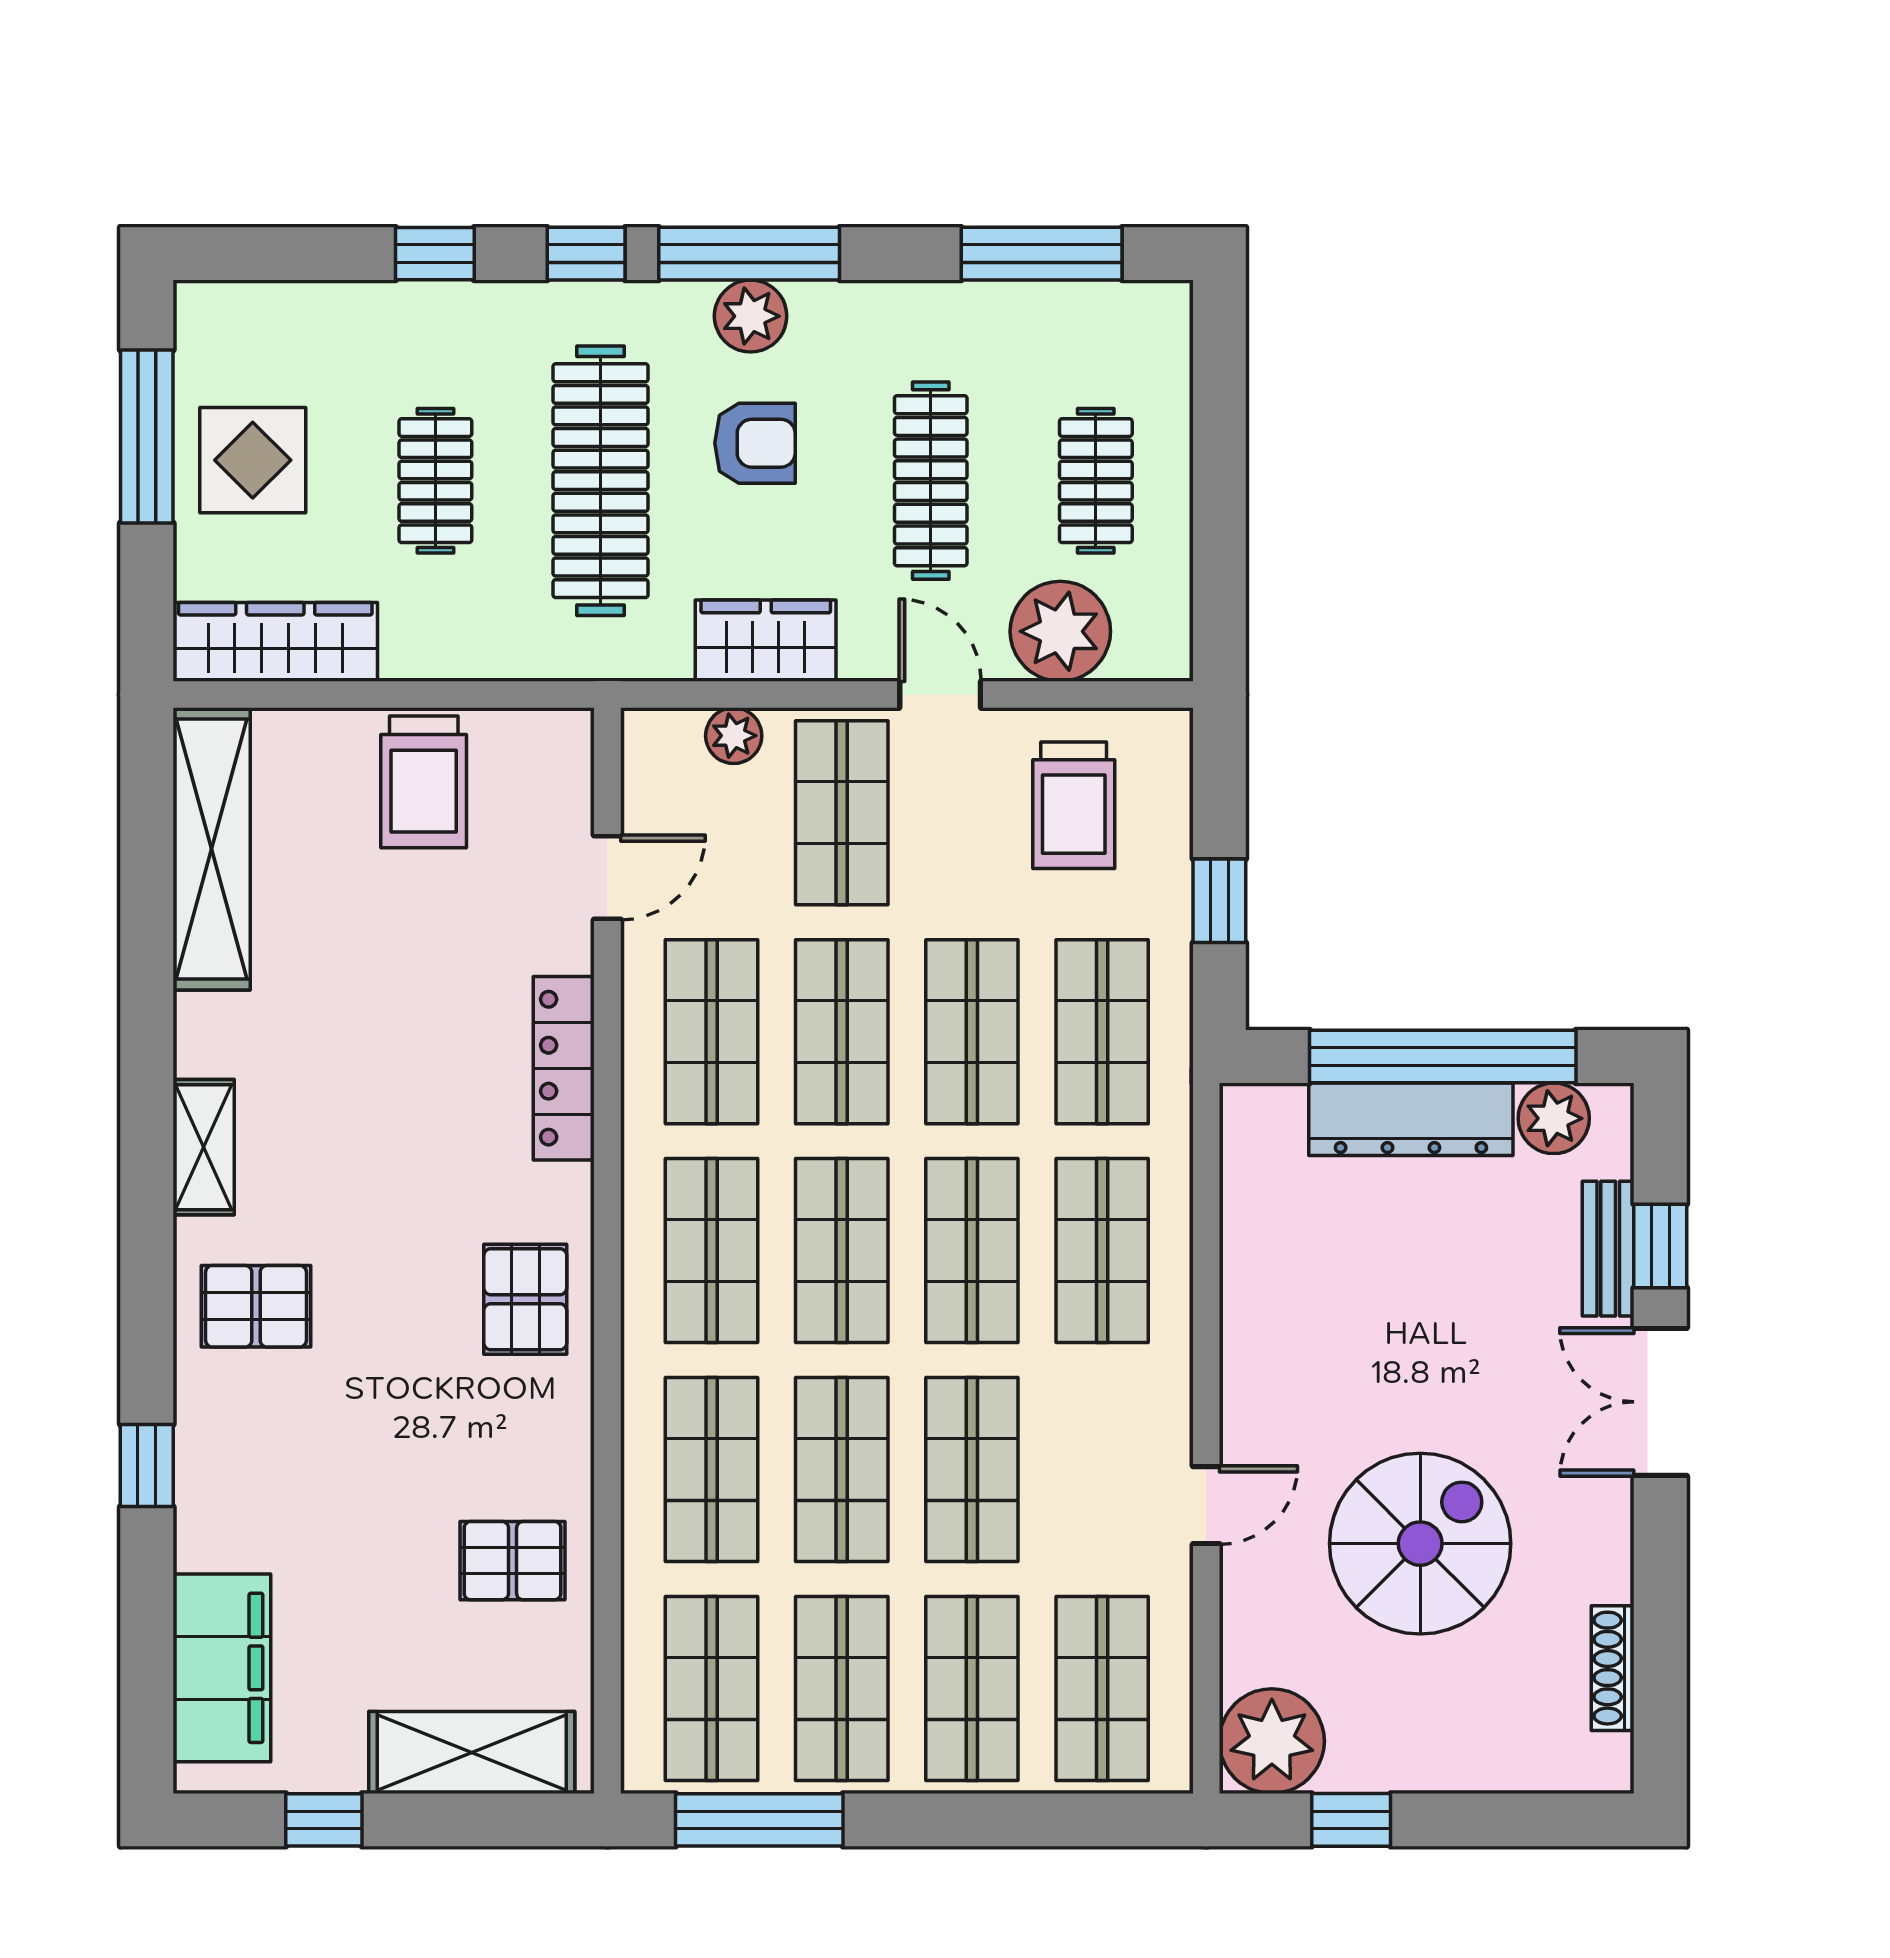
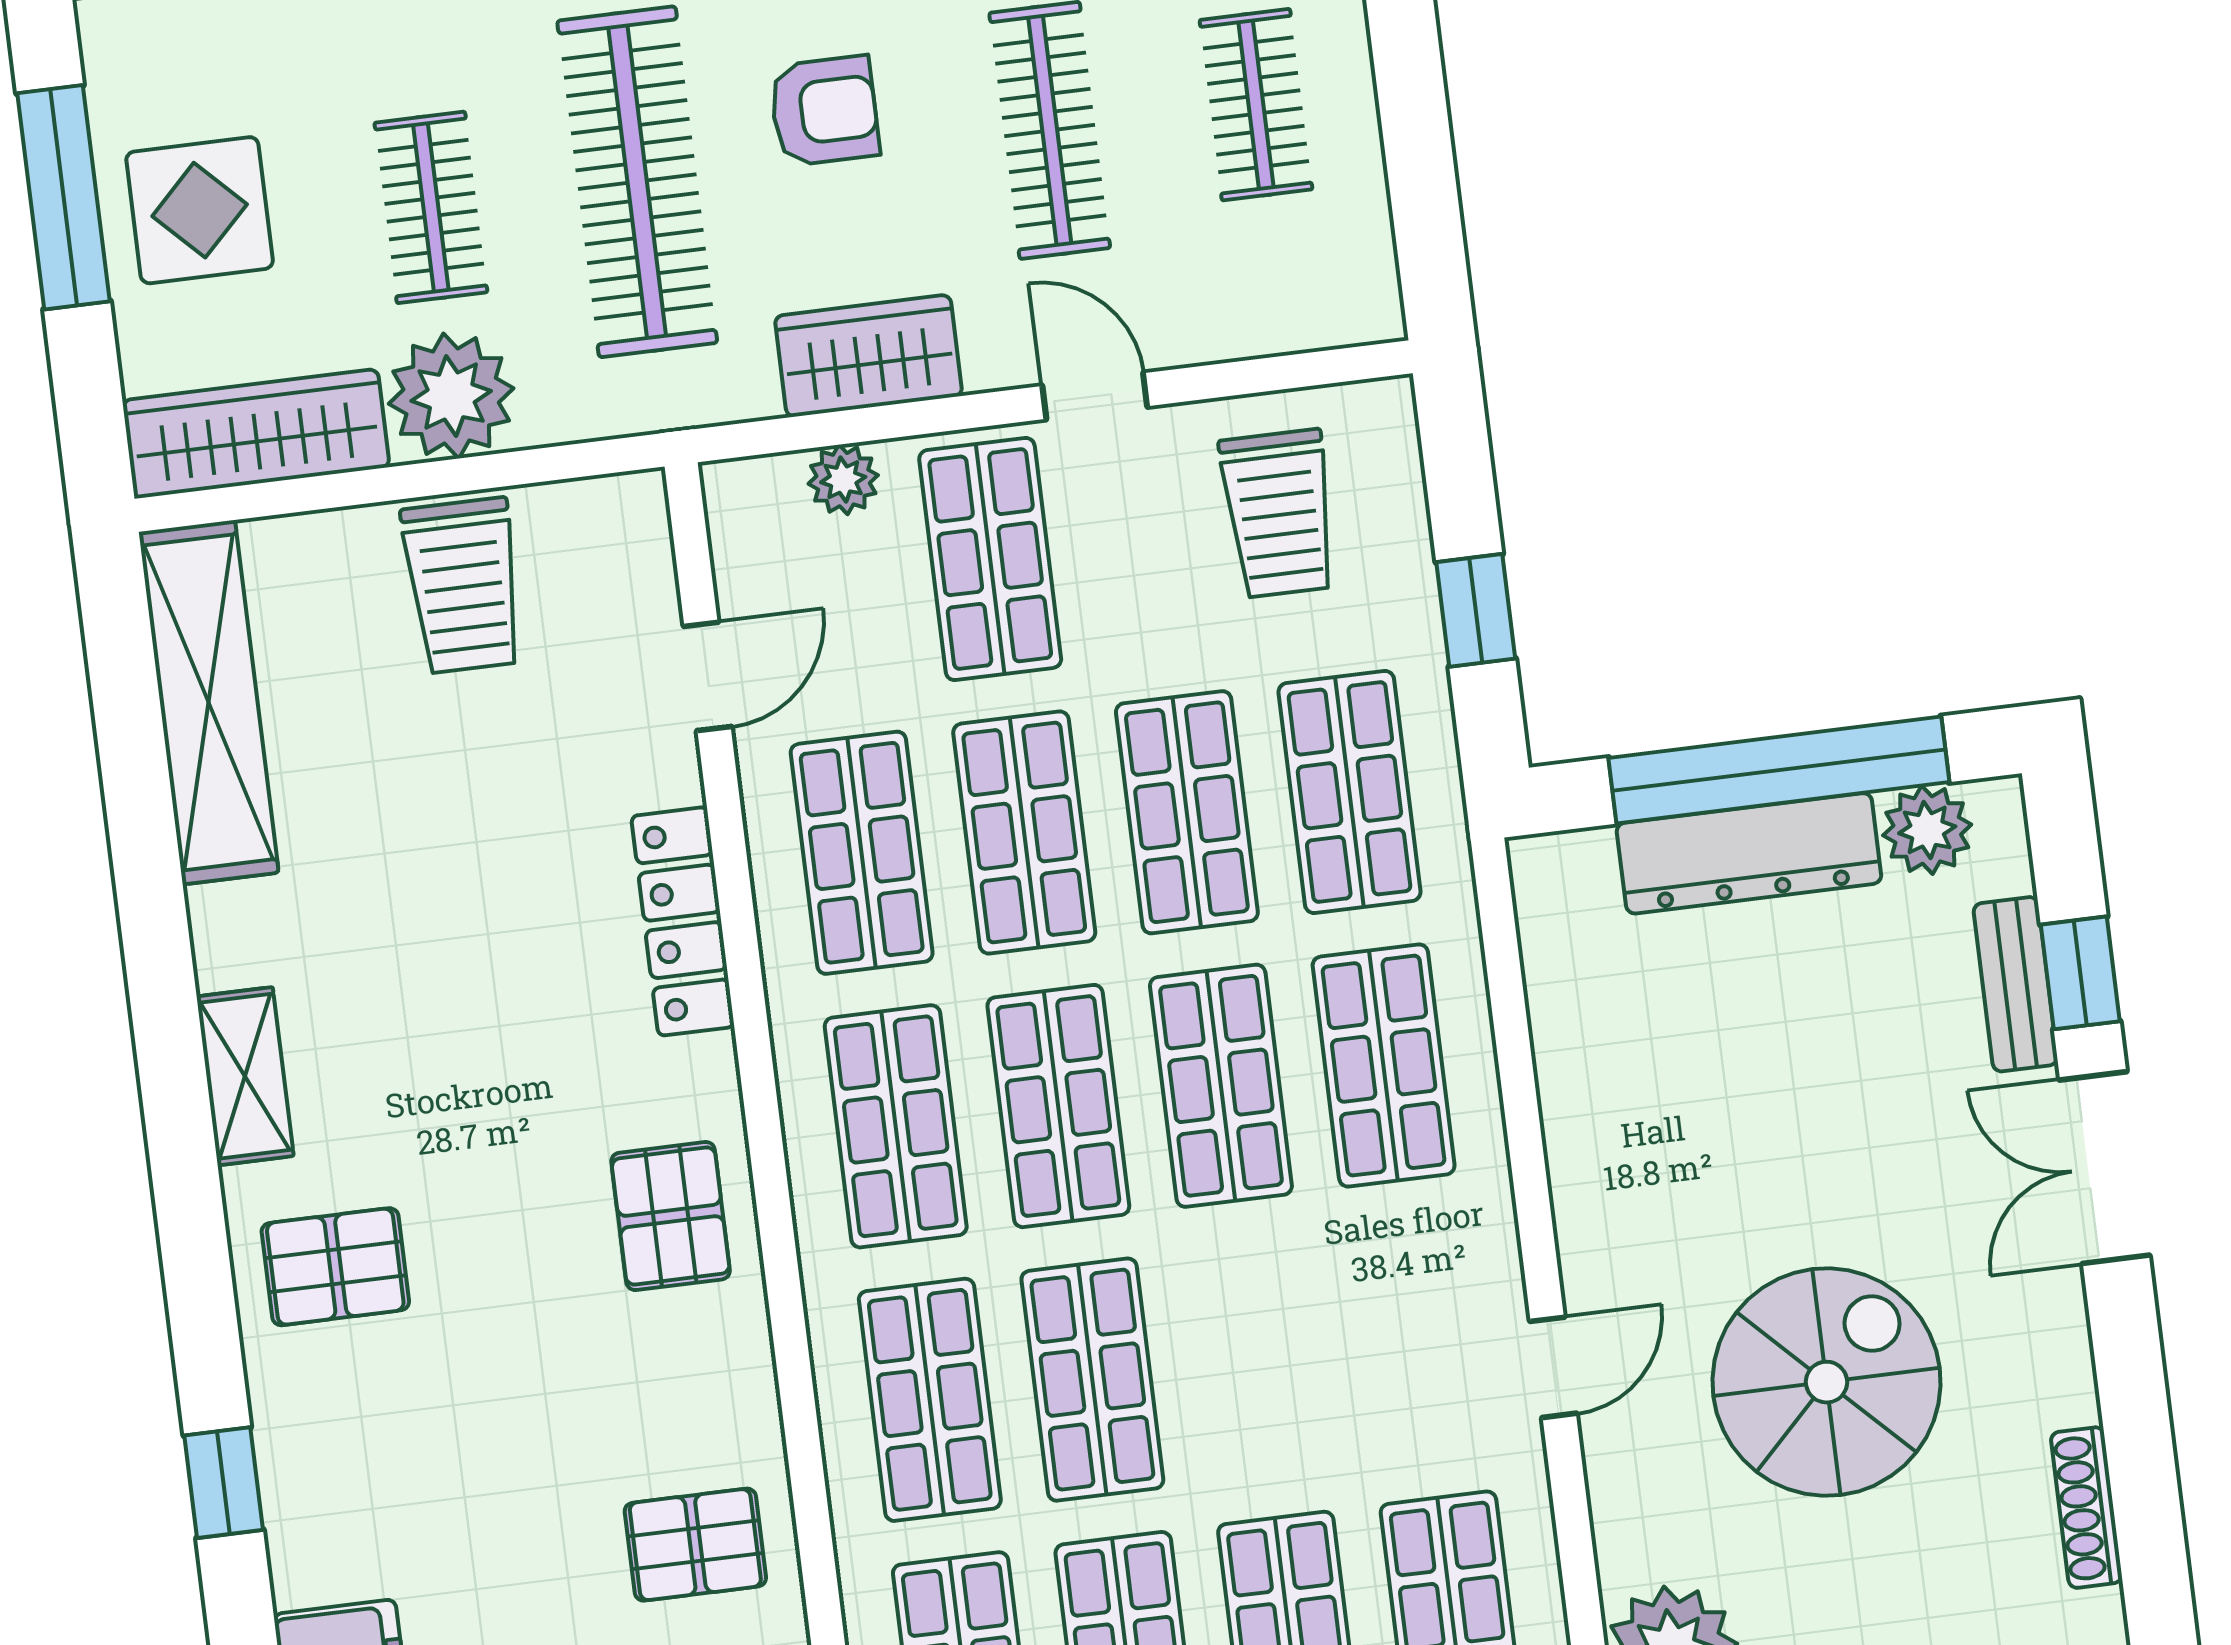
plant: (1060, 631) -> (451, 396), moved
shop shelf: (972, 1470) -> (1255, 1359), removed

